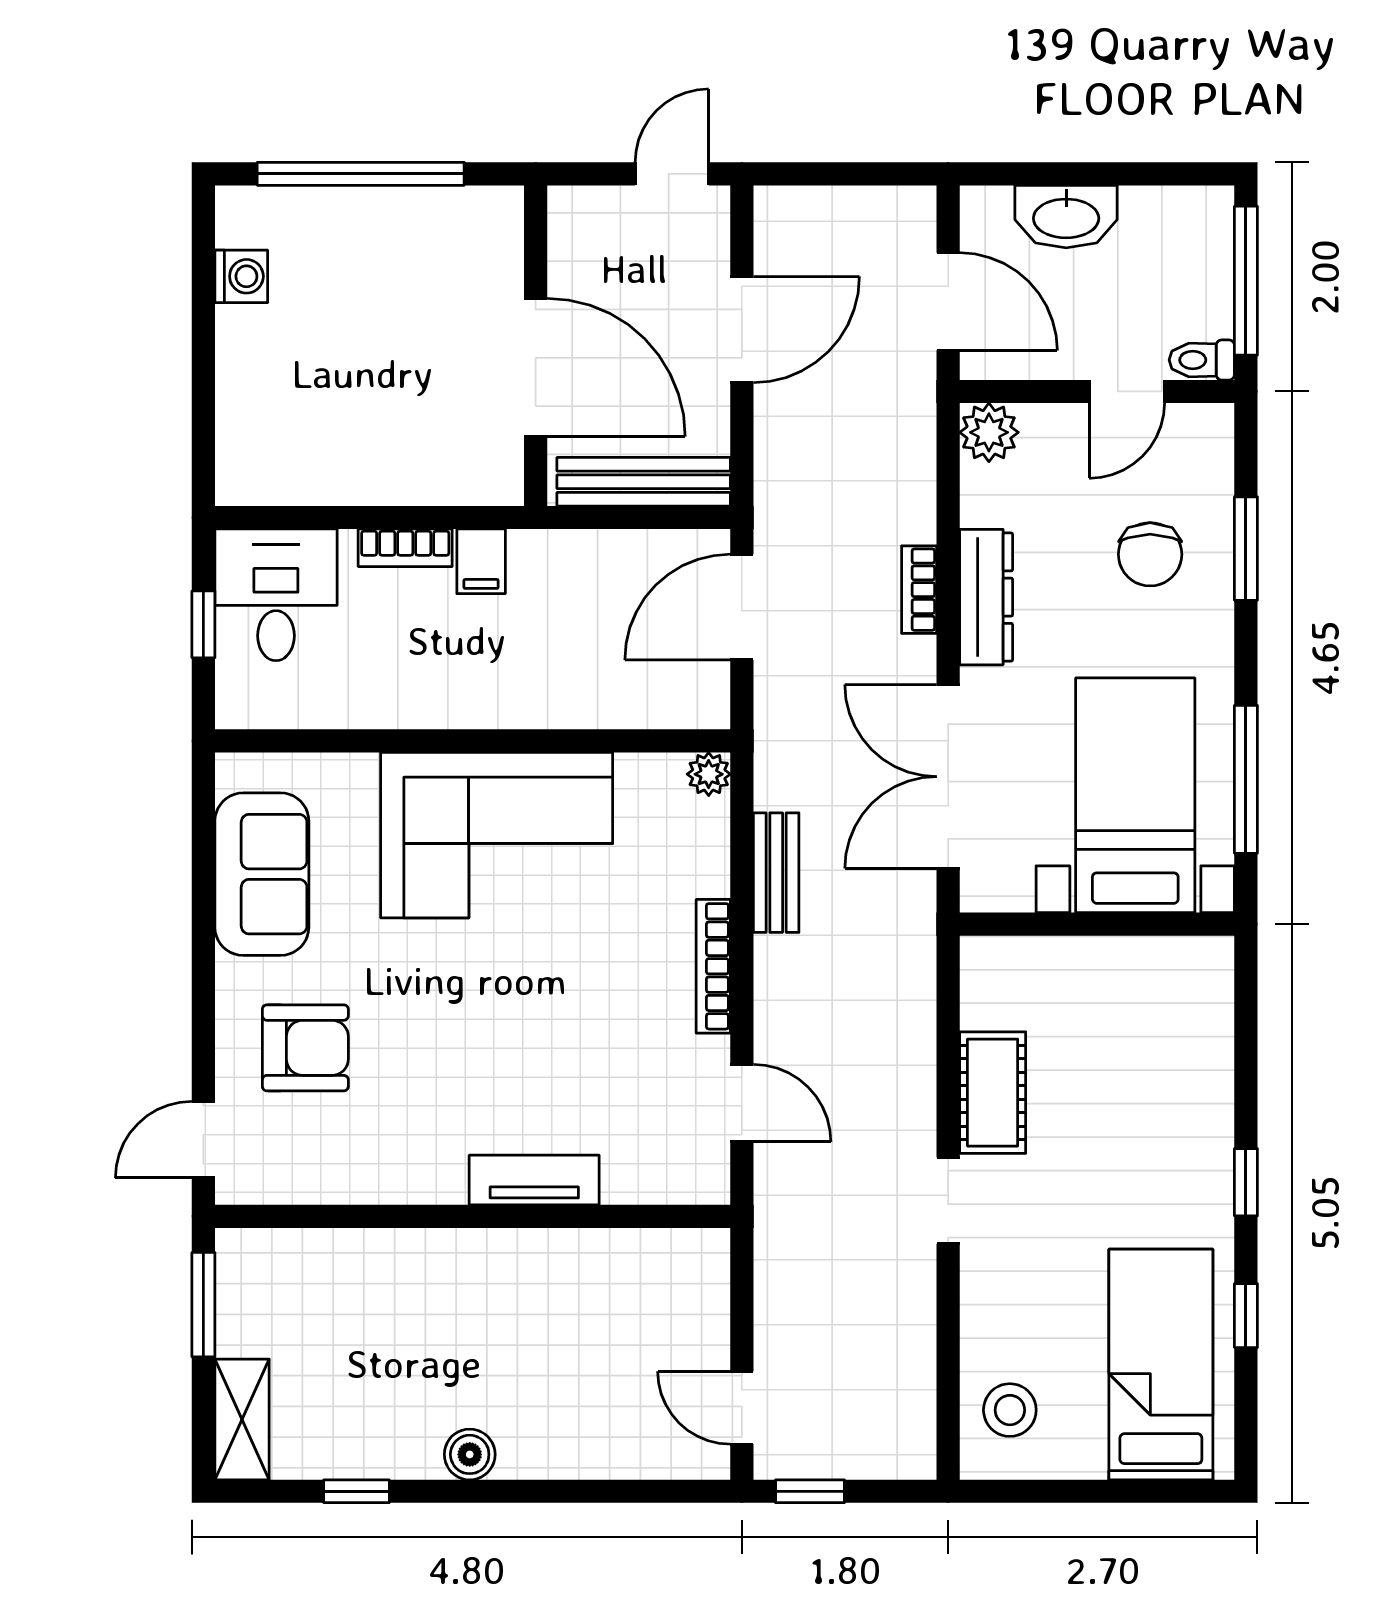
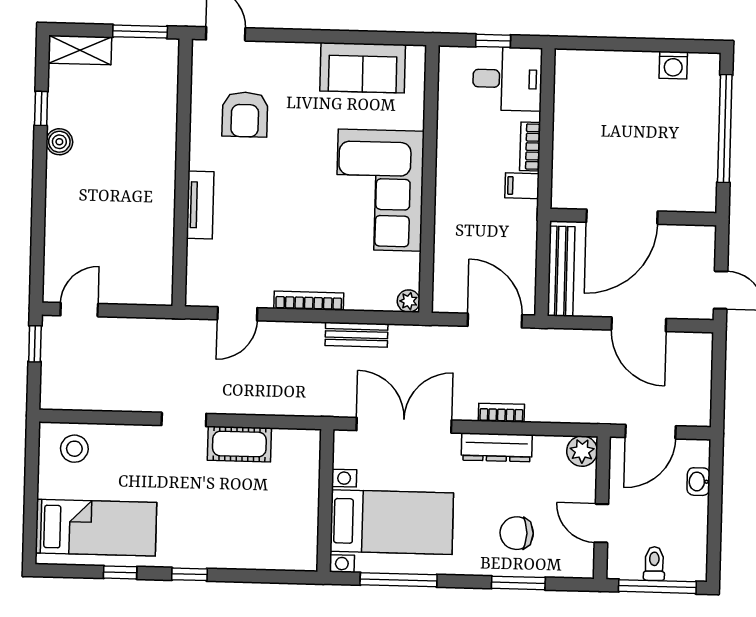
washbasin: (1066, 217) -> (698, 482), width x0.52, depth x0.69
toilet: (1202, 360) -> (654, 564), moved
armchair: (305, 1048) -> (245, 114), moved
boiler: (470, 1454) -> (59, 142), moved

